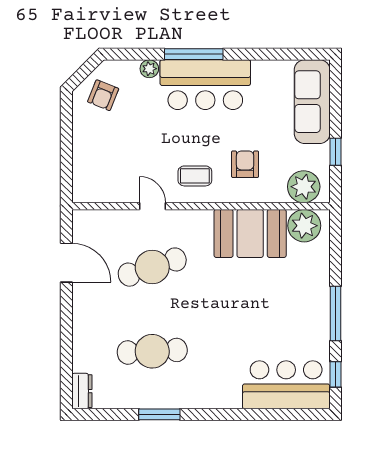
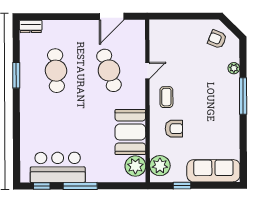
bar counter: (205, 85) -> (224, 103), removed
bar counter: (286, 385) -> (58, 167), moved, turned -90

